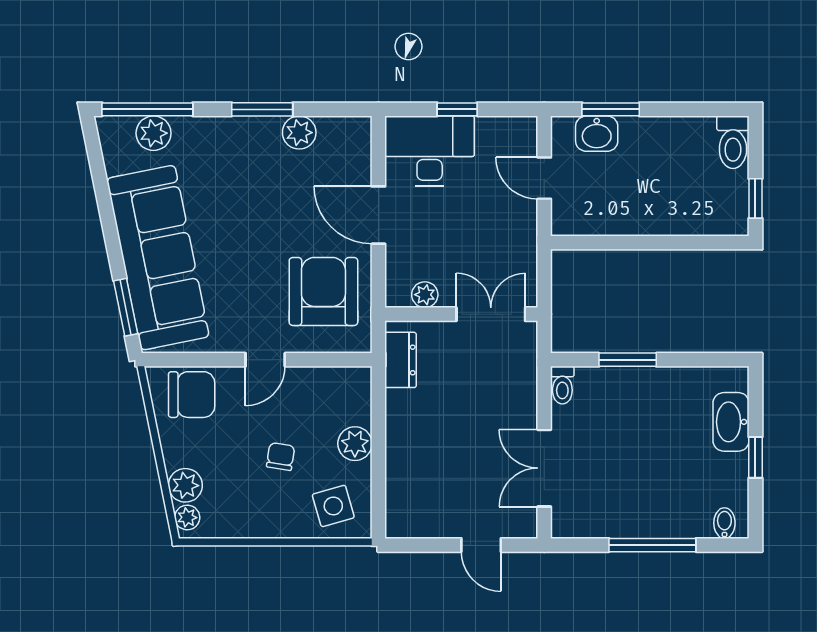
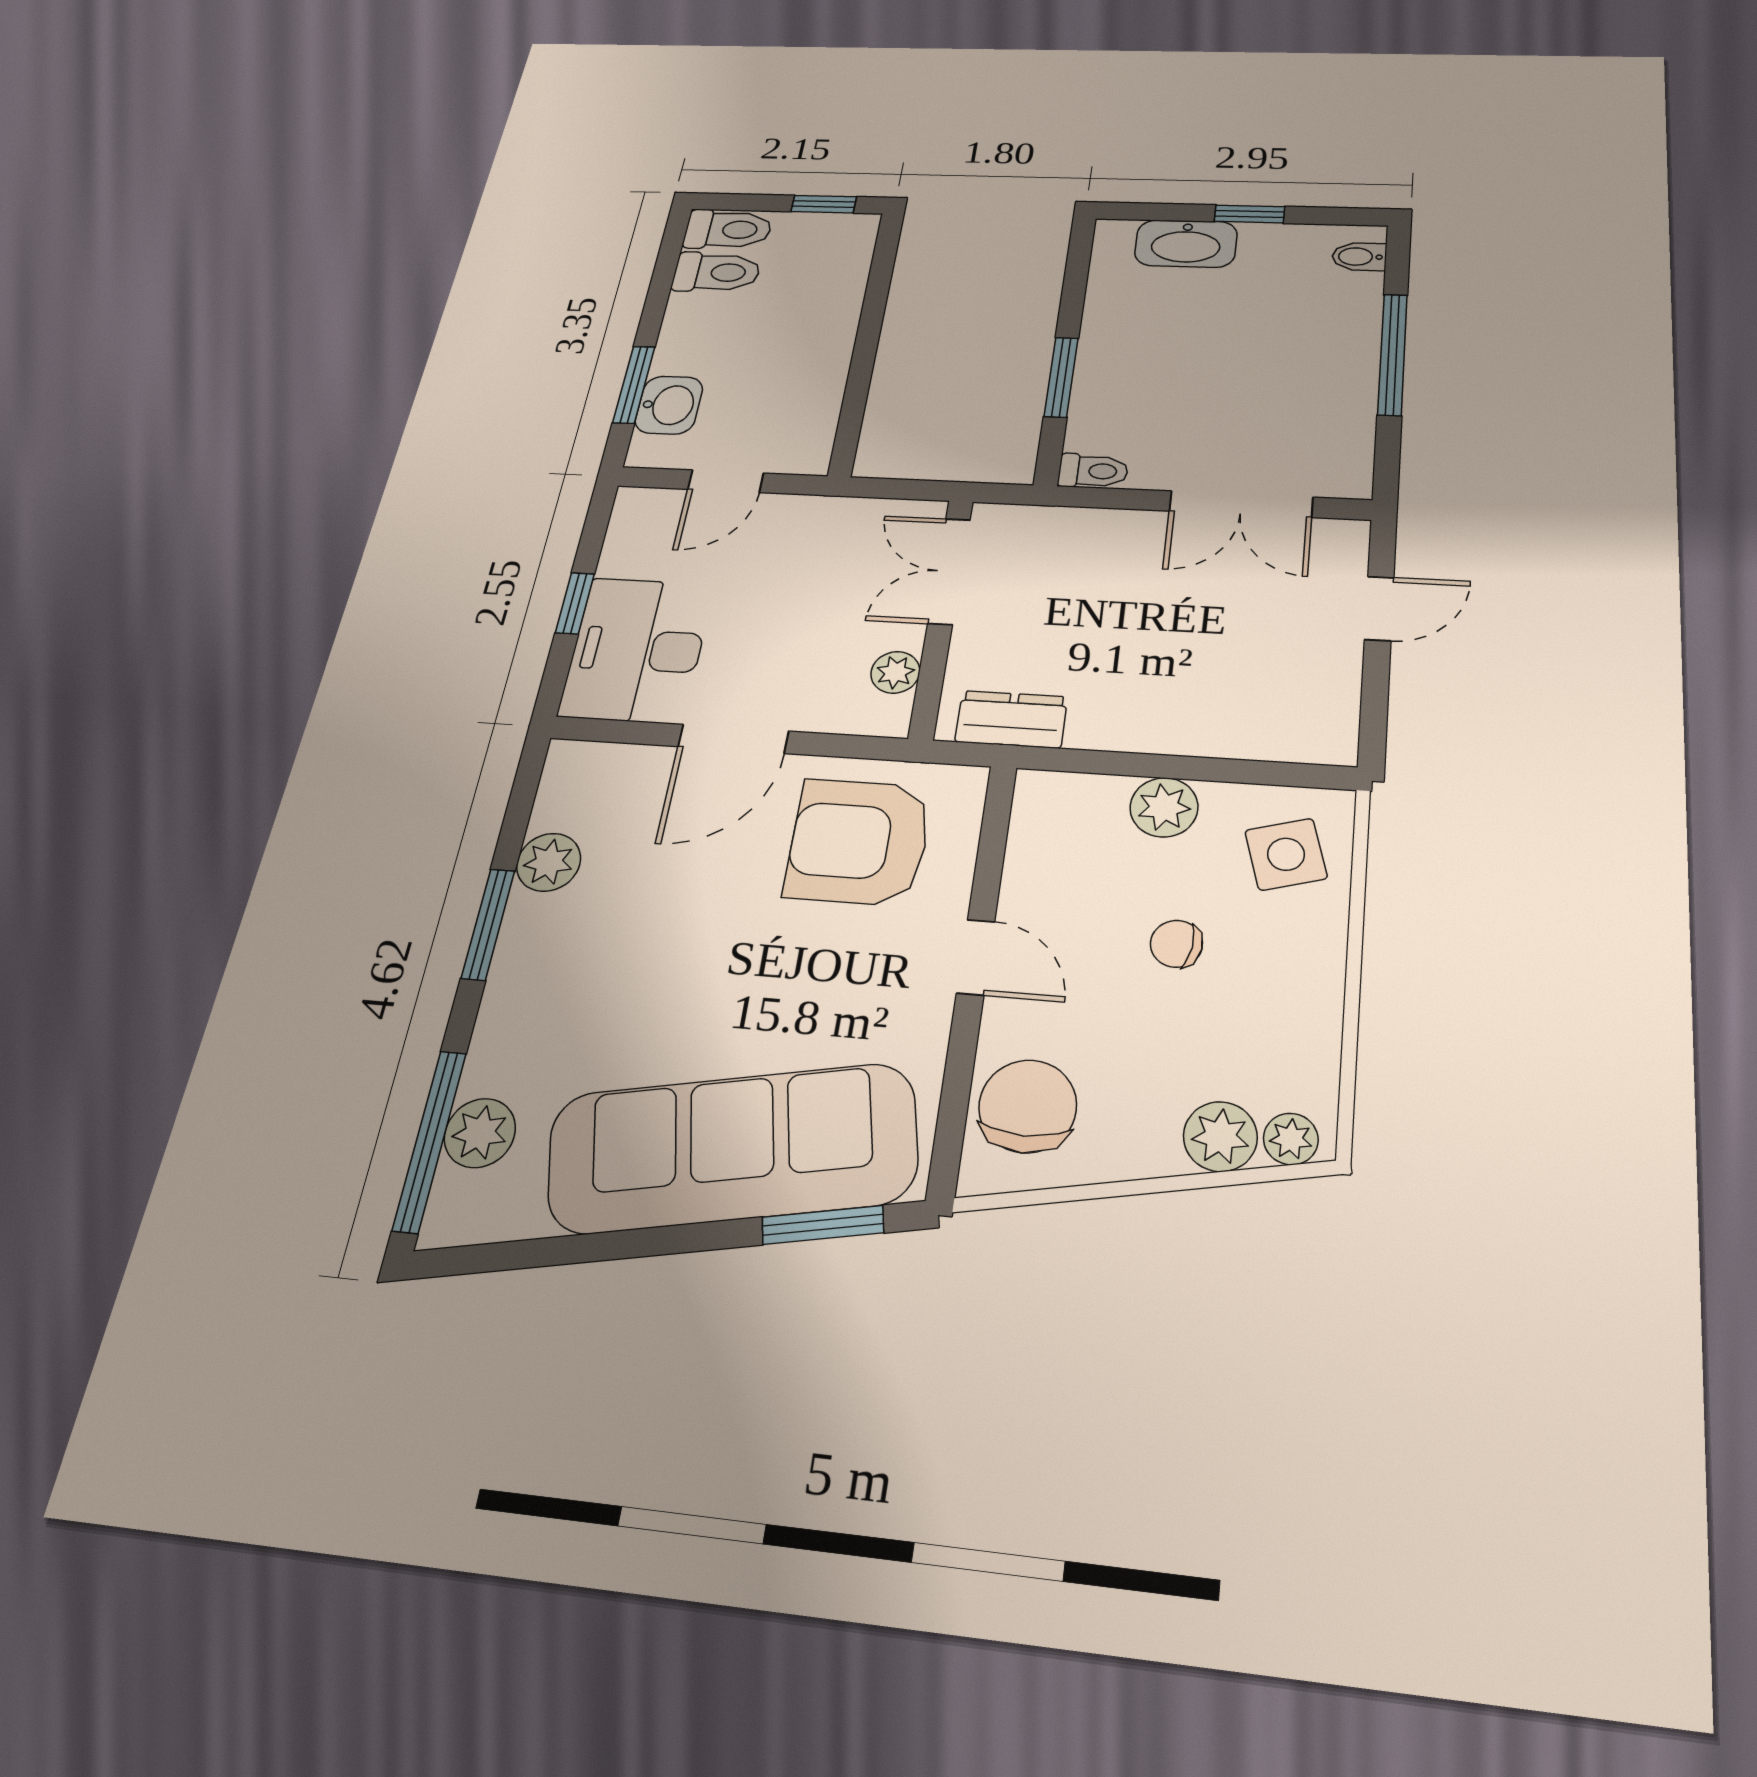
toilet: (699, 142) -> (717, 272), added

